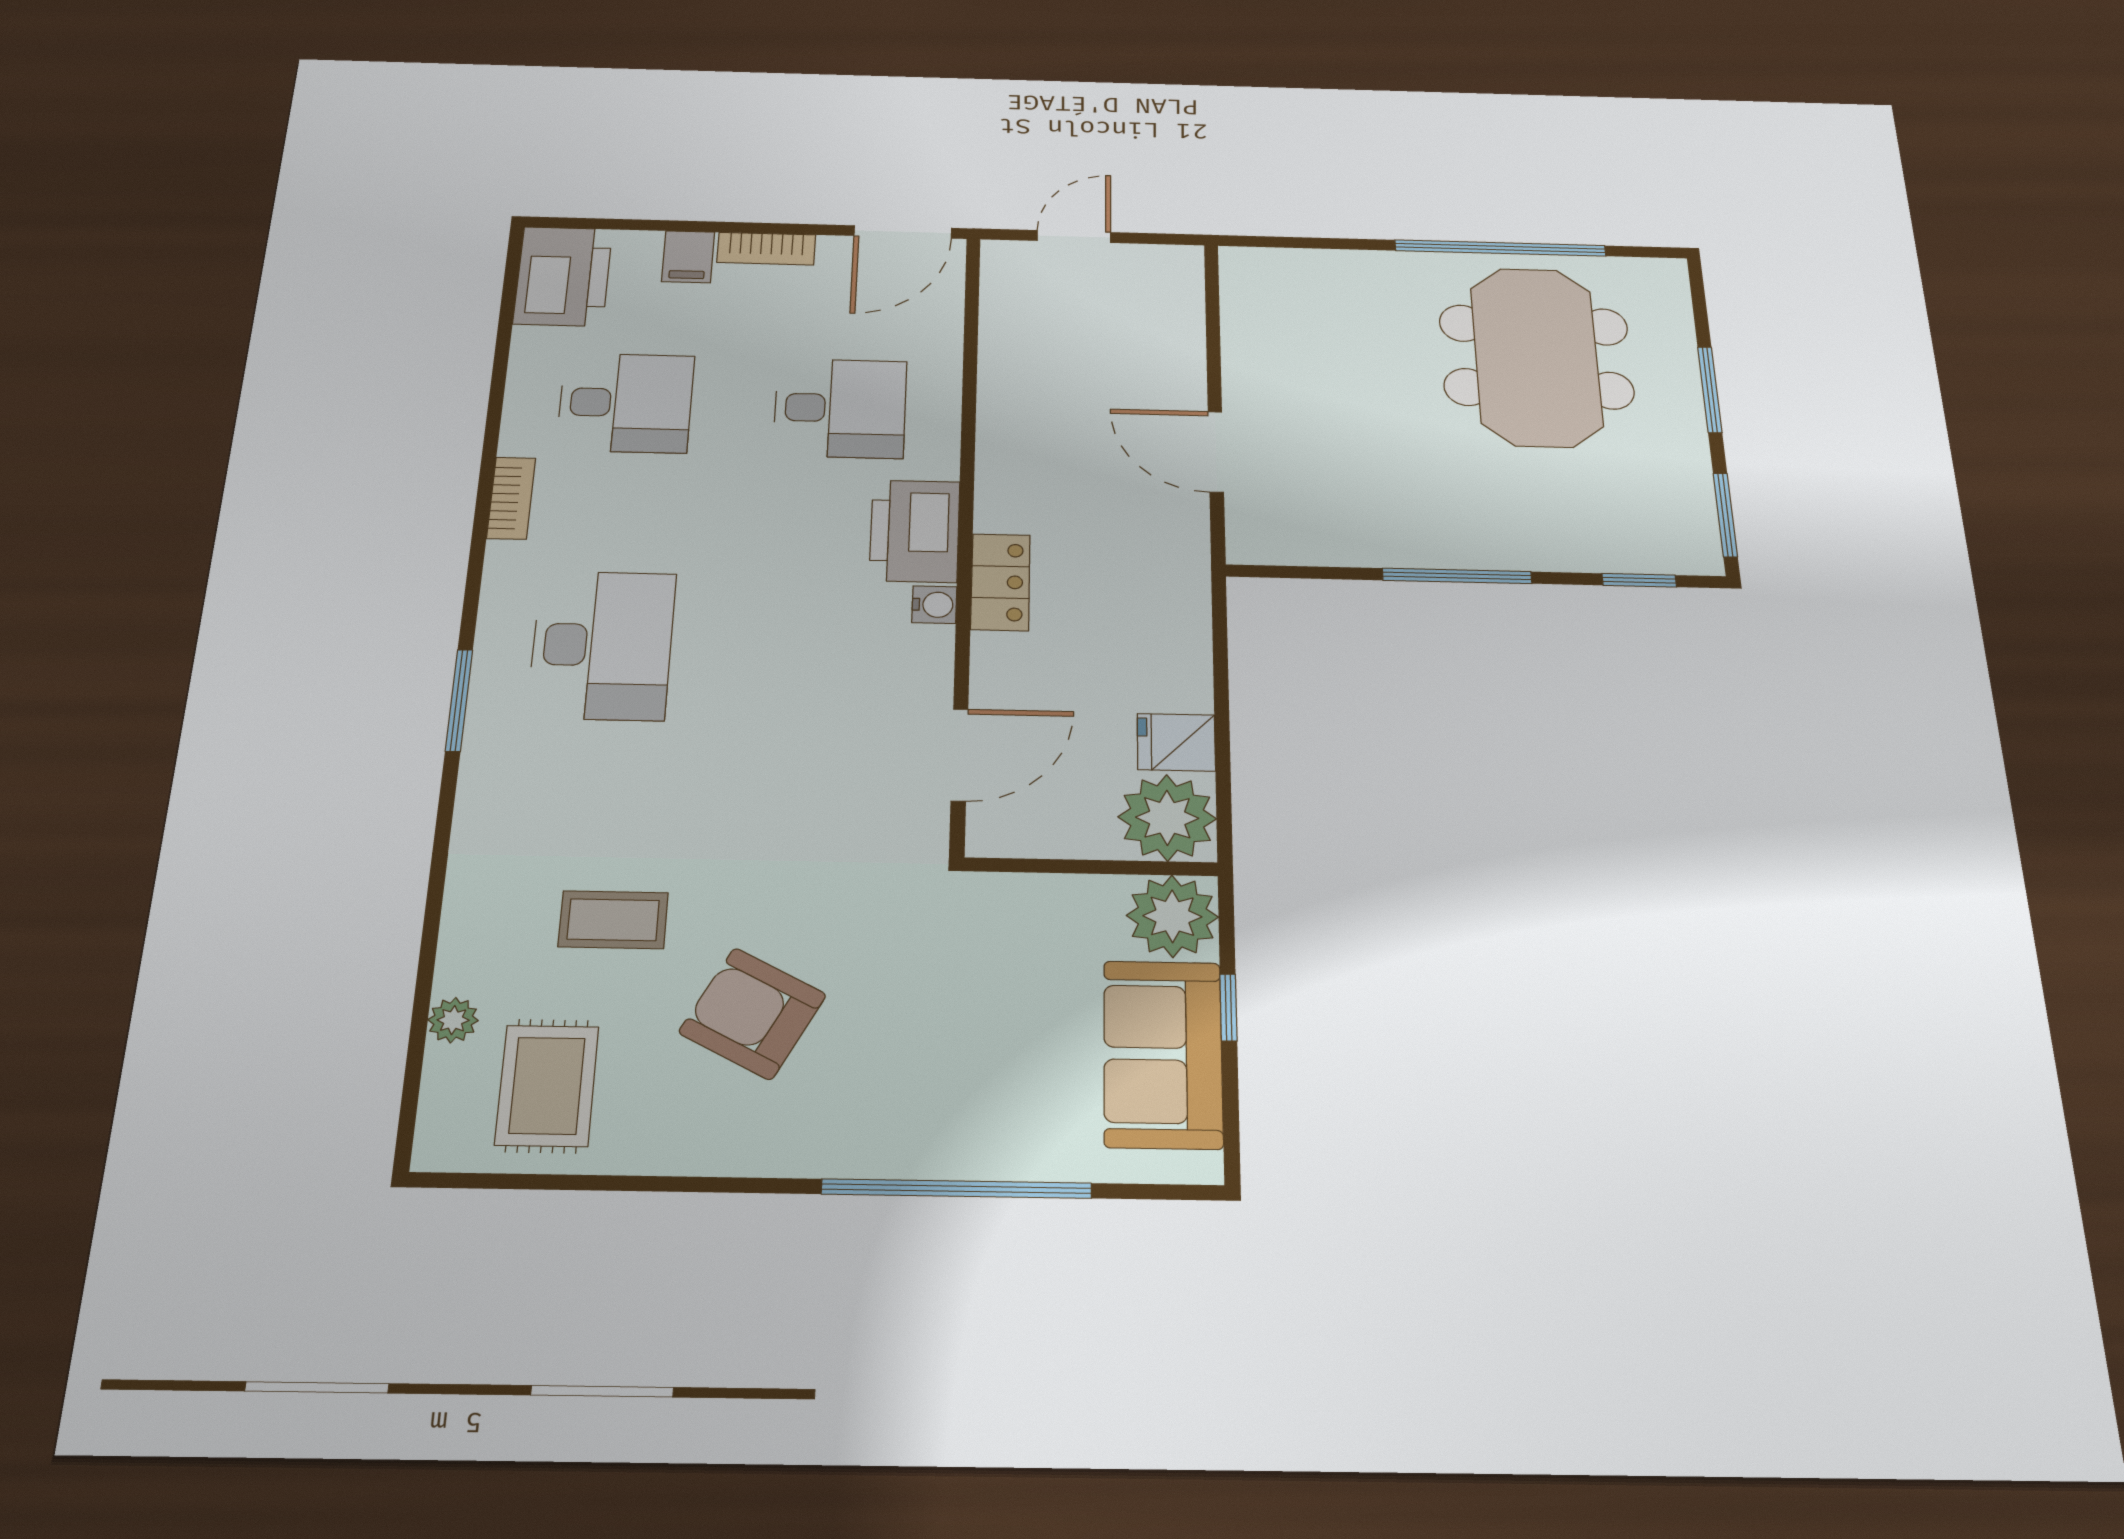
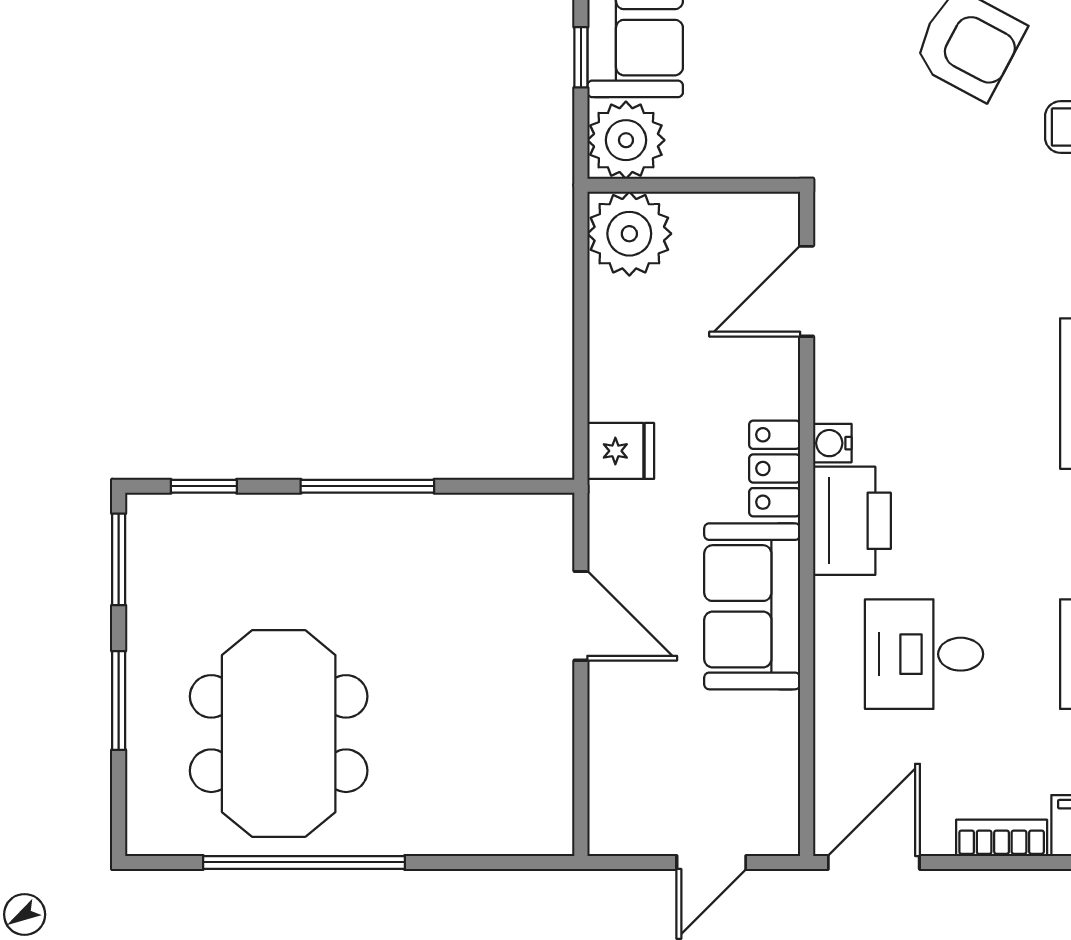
sofa: (1028, 456) -> (752, 606), added
fridge: (1176, 742) -> (621, 451), moved

